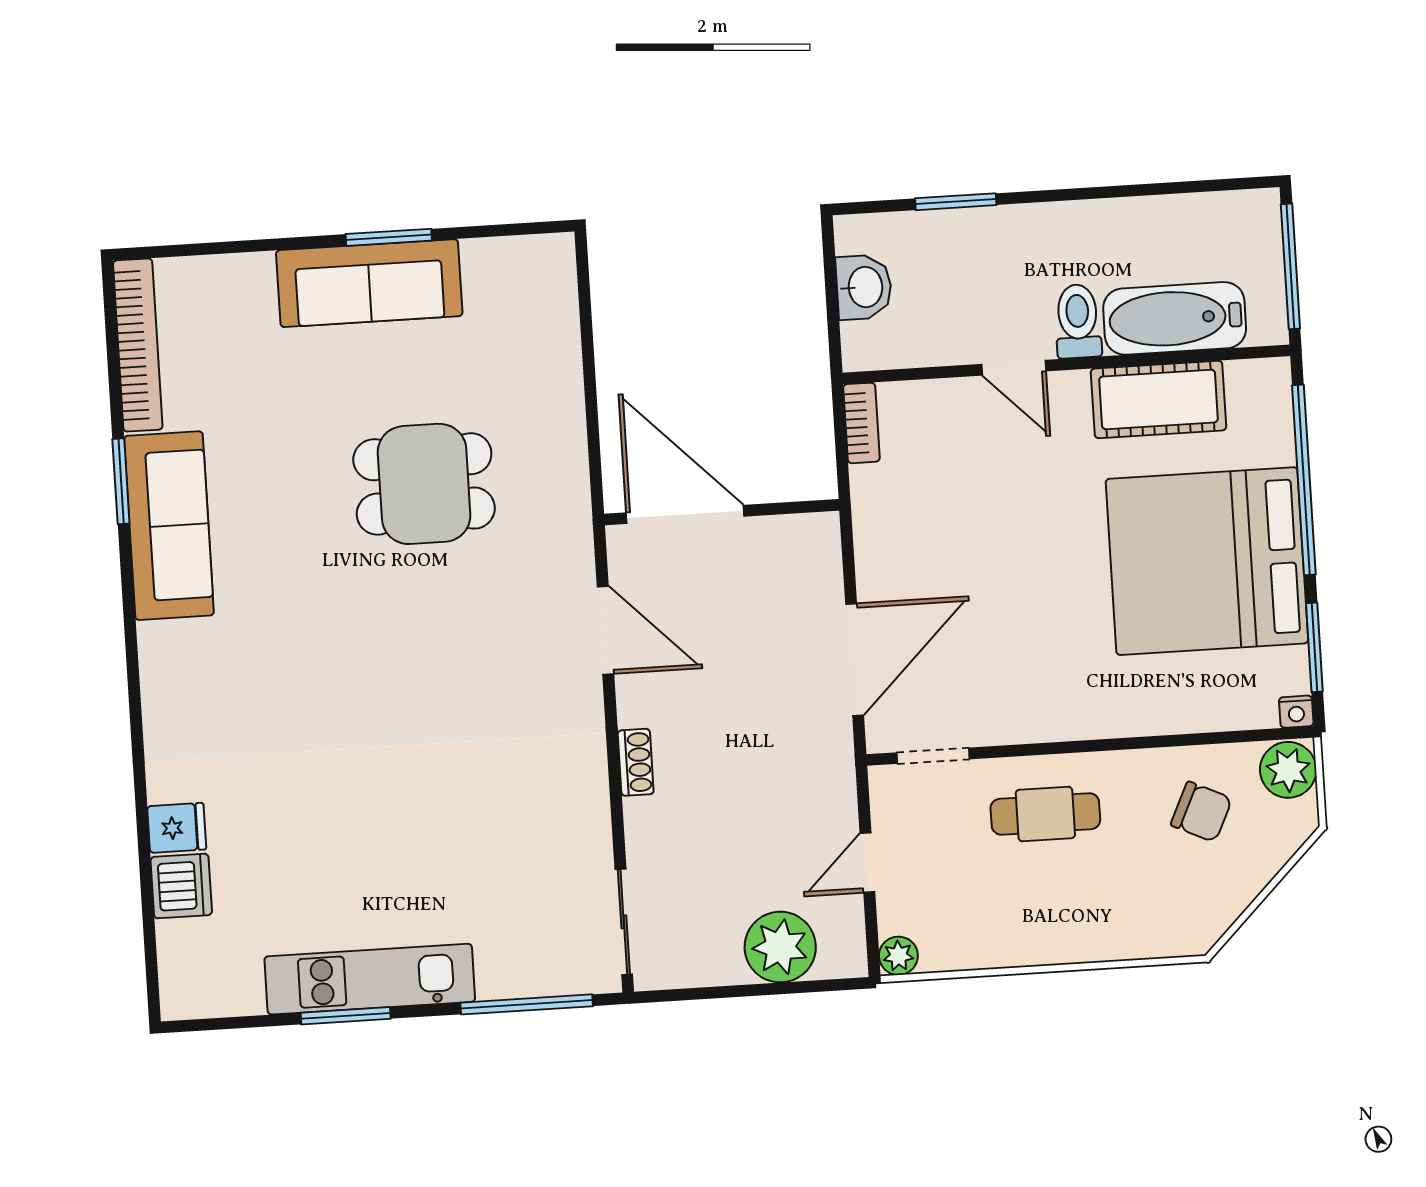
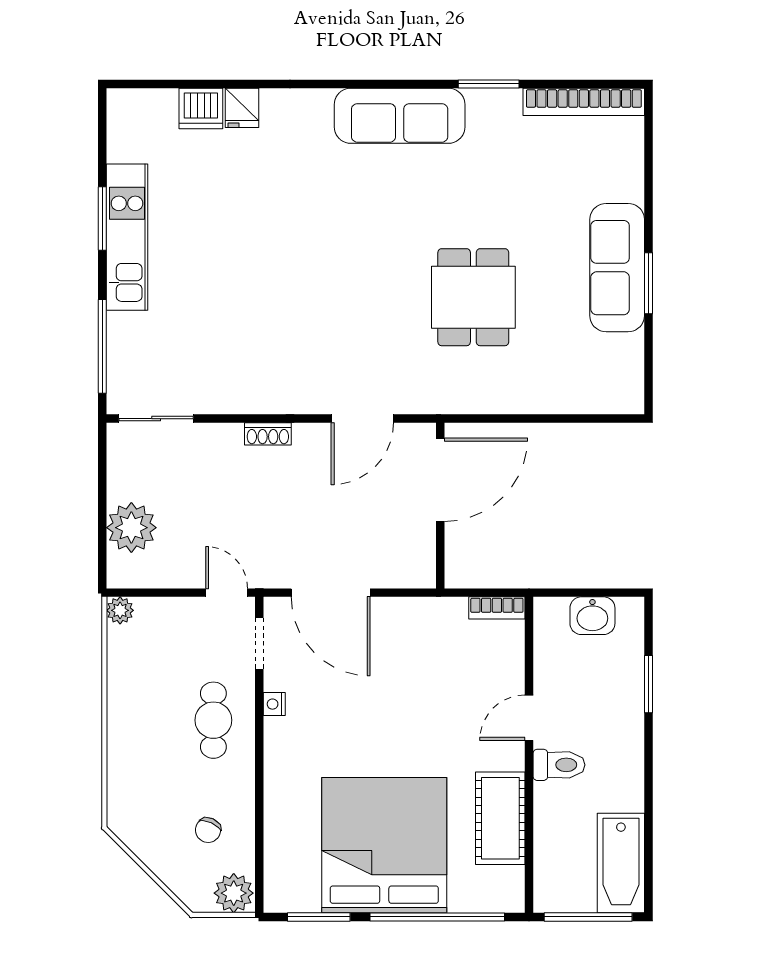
bathtub: (1175, 318) -> (621, 863), moved, turned 180
sofa: (169, 526) -> (400, 116), moved
nightstand: (1296, 712) -> (274, 704), moved
chair: (1201, 812) -> (208, 830), width x0.73, depth x0.73
door: (867, 863) -> (227, 593), moved

